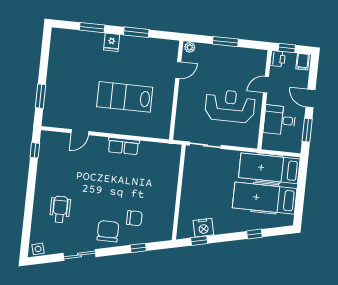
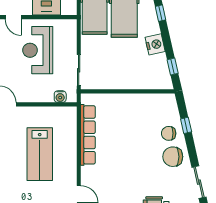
water cooler: (181, 124) -> (60, 97), added
row of seats: (123, 146) -> (88, 135), width x2.02
chair: (134, 218) -> (169, 133), moved, turned -90
nightstand: (203, 228) -> (155, 44), moved

